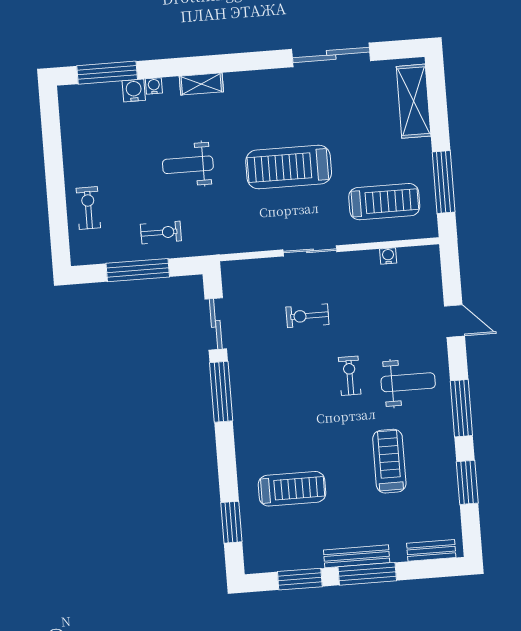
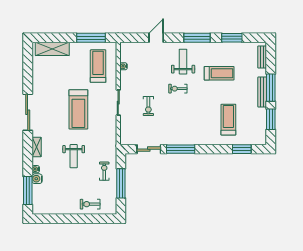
sliding door: (331, 55) -> (28, 112), moved
treadmill: (389, 461) -> (219, 73), turned 180

